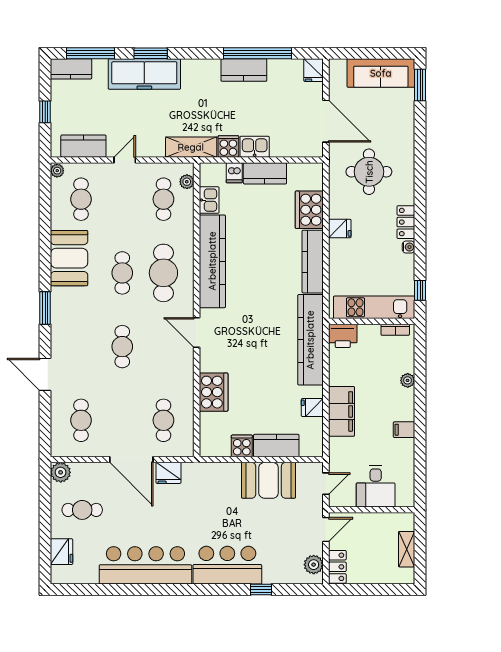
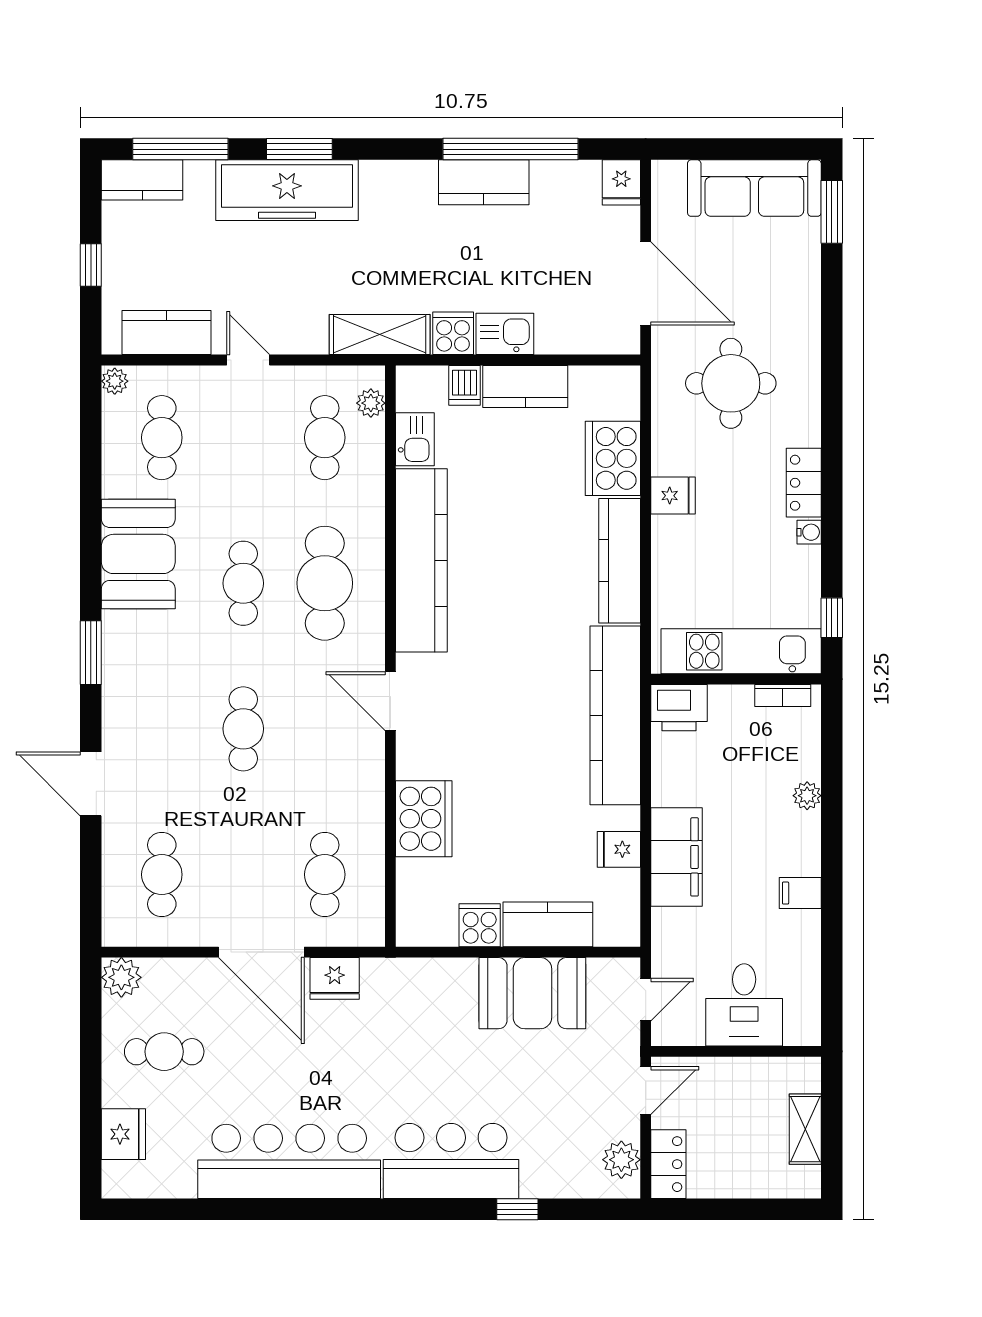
door: (125, 160) -> (248, 360), hinge flipped

